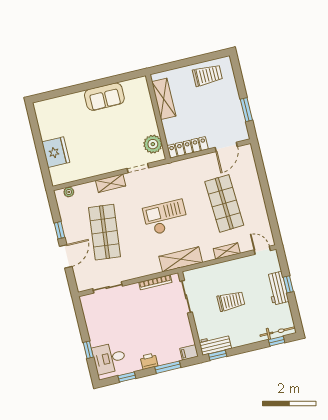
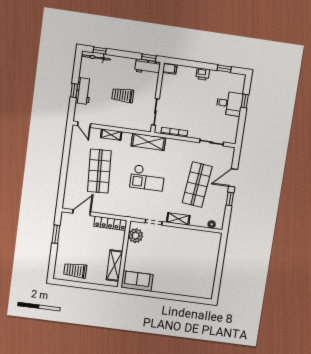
sofa: (104, 97) -> (137, 281), moved
fridge: (56, 152) -> (209, 257), removed
desk: (109, 358) -> (229, 104), moved
window: (168, 367) -> (190, 64), removed

